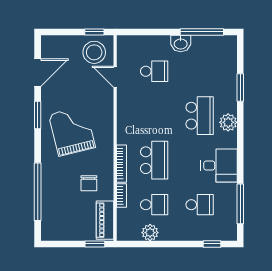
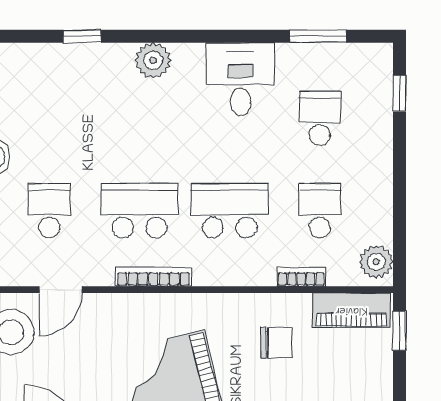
window: (240, 87) -> (82, 36), width x0.67
school desk: (200, 116) -> (139, 211), moved
bookcase: (122, 164) -> (153, 277), moved
window: (240, 204) -> (318, 36), width x0.69
plant: (150, 233) -> (376, 262), moved

